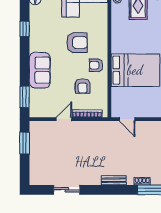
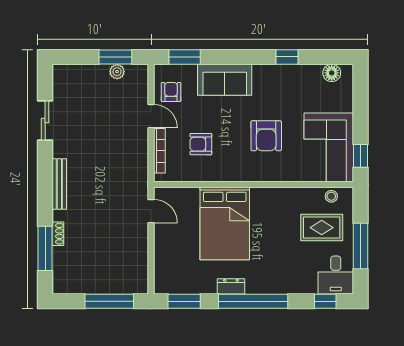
armchair: (96, 65) -> (171, 92), moved
door: (127, 119) -> (151, 211), swing flipped
plant: (34, 142) -> (117, 72), added
bench: (114, 180) -> (59, 184), width x1.36

